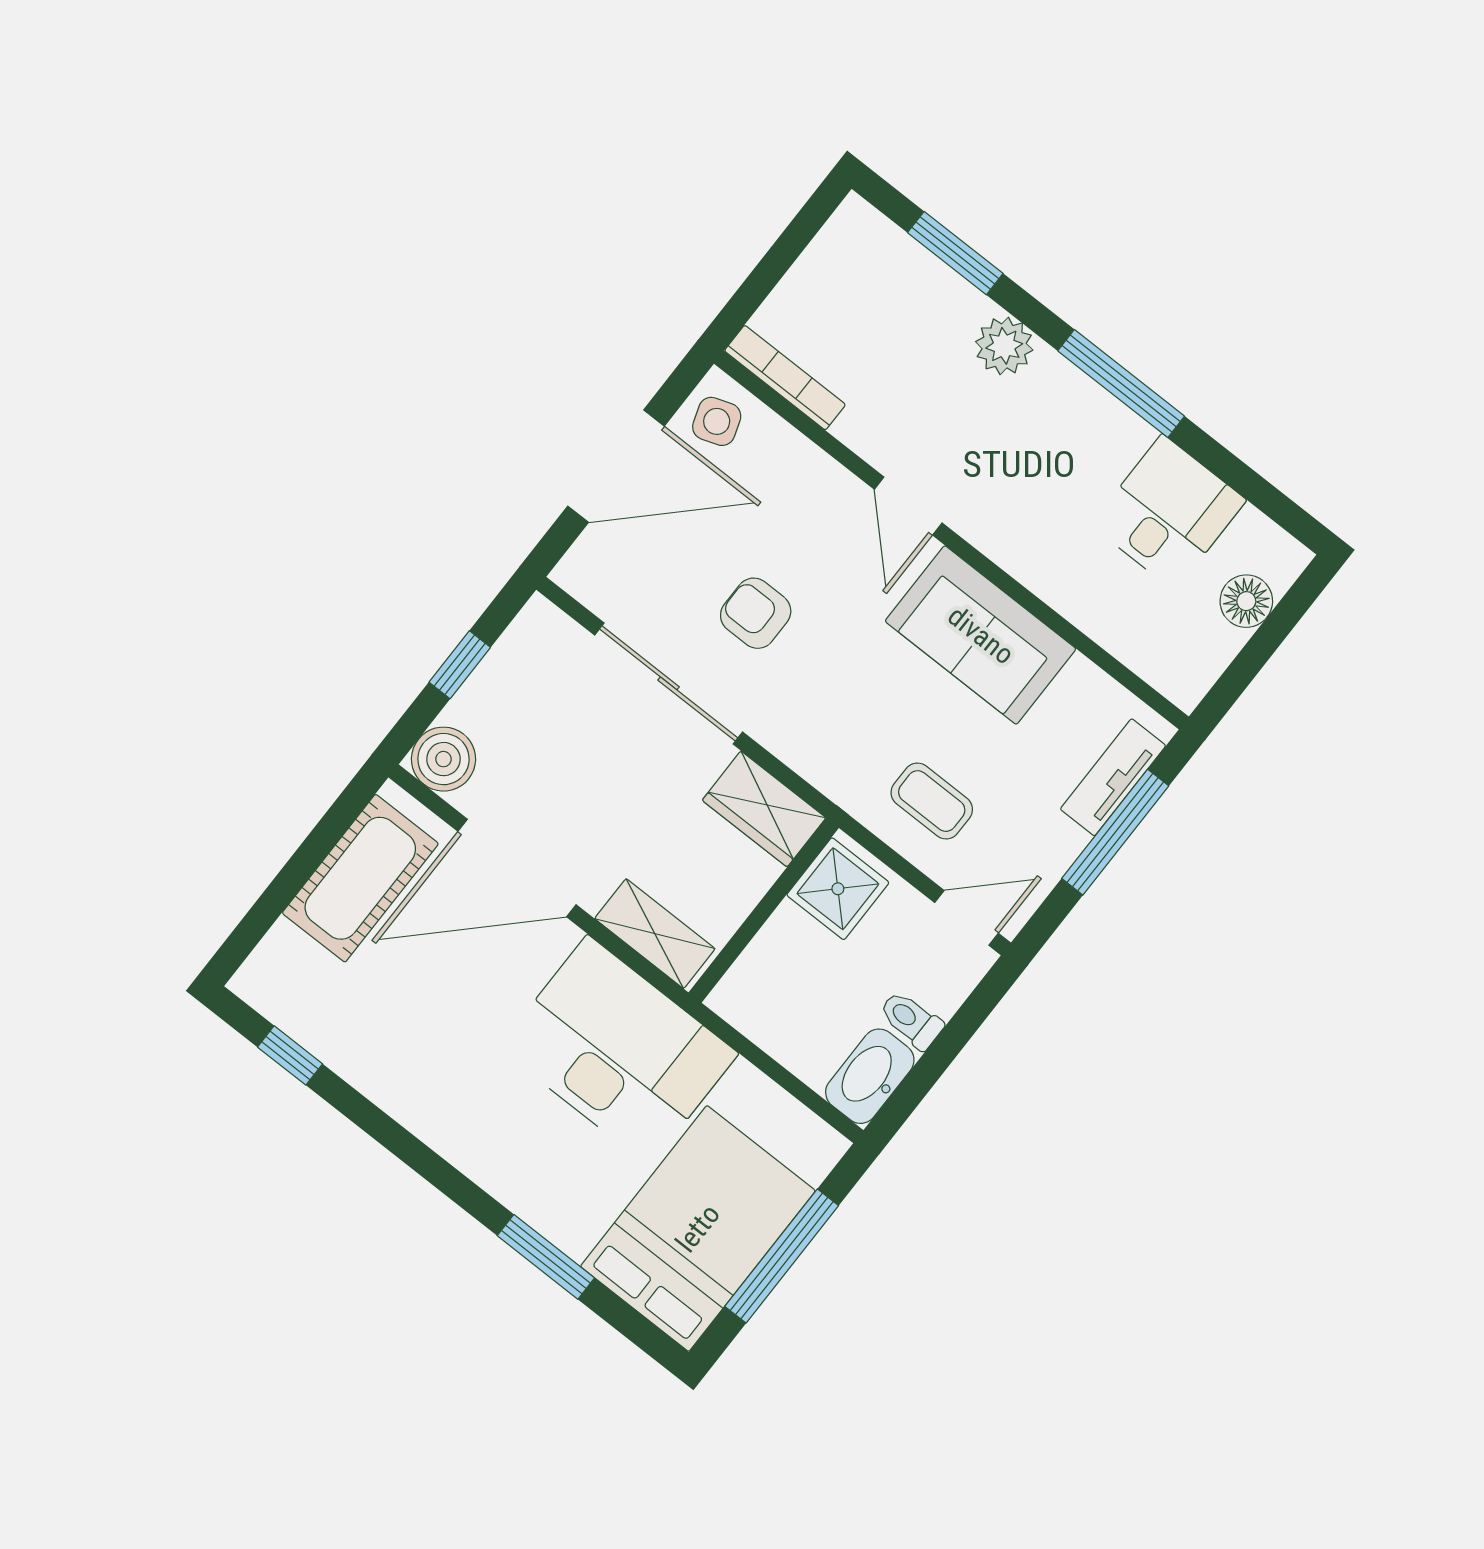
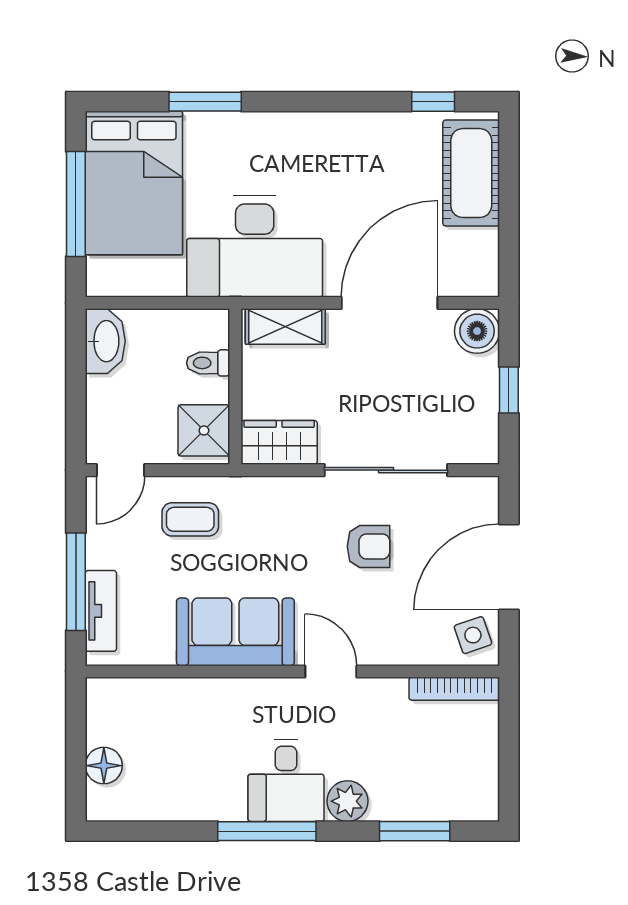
desk: (1168, 512) -> (286, 781), moved
cot: (360, 878) -> (471, 173), moved
toilet: (911, 1020) -> (208, 363), moved, turned 180

